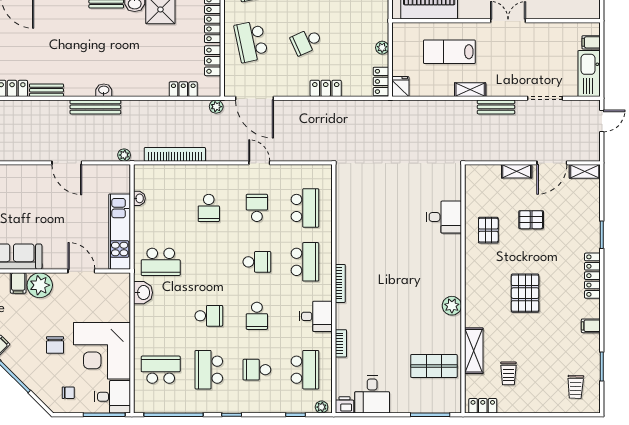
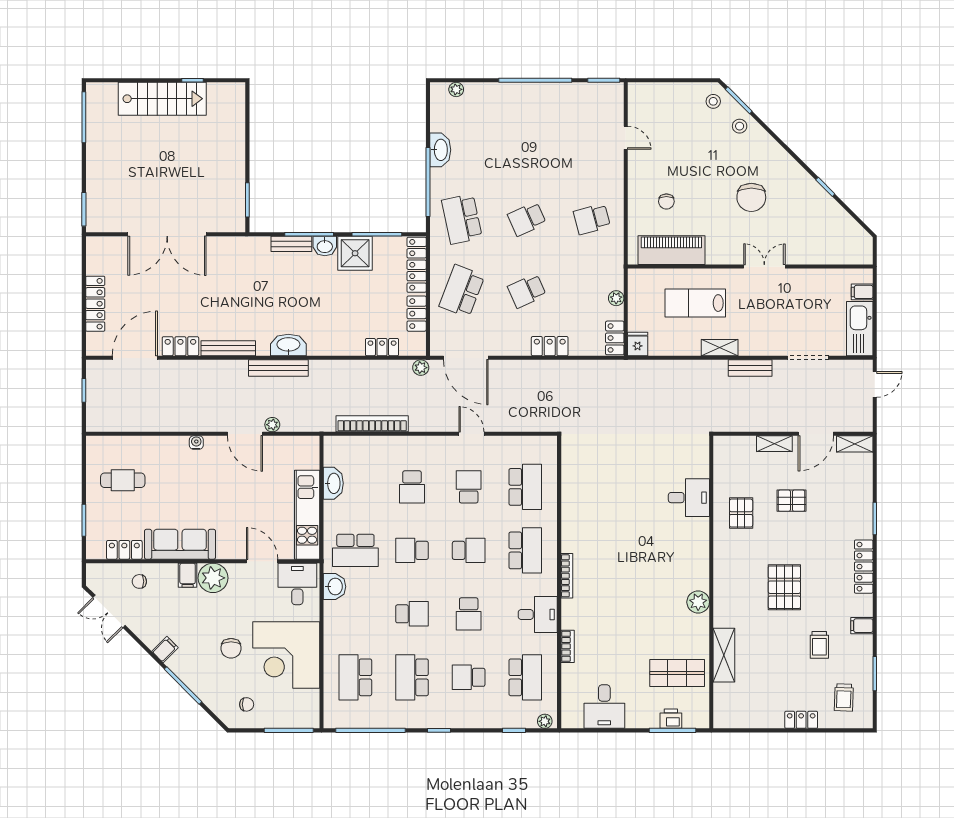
school desk: (251, 42) -> (462, 291), turned 33
bench: (46, 90) -> (228, 348), width x1.36
washbasin: (104, 90) -> (288, 345), width x1.91, depth x1.45
plant: (124, 155) -> (272, 425), moved
water cooler: (26, 170) -> (196, 443), added
washbasin: (139, 198) -> (333, 483), width x1.91, depth x1.45
school desk: (209, 262) -> (412, 550), added
school desk: (161, 370) -> (355, 677), turned -90
trolley: (508, 373) -> (819, 645), moved
desk: (113, 397) -> (297, 584), moved, turned -90
printer: (344, 405) -> (671, 719), moved
locker: (483, 406) -> (801, 720), moved

